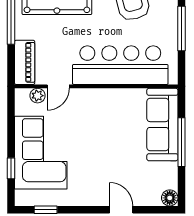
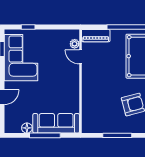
bar counter: (120, 65) -> (94, 96), removed
corner sofa: (41, 153) -> (21, 58), moved, turned -90
floor lamp: (170, 198) -> (27, 128), moved

